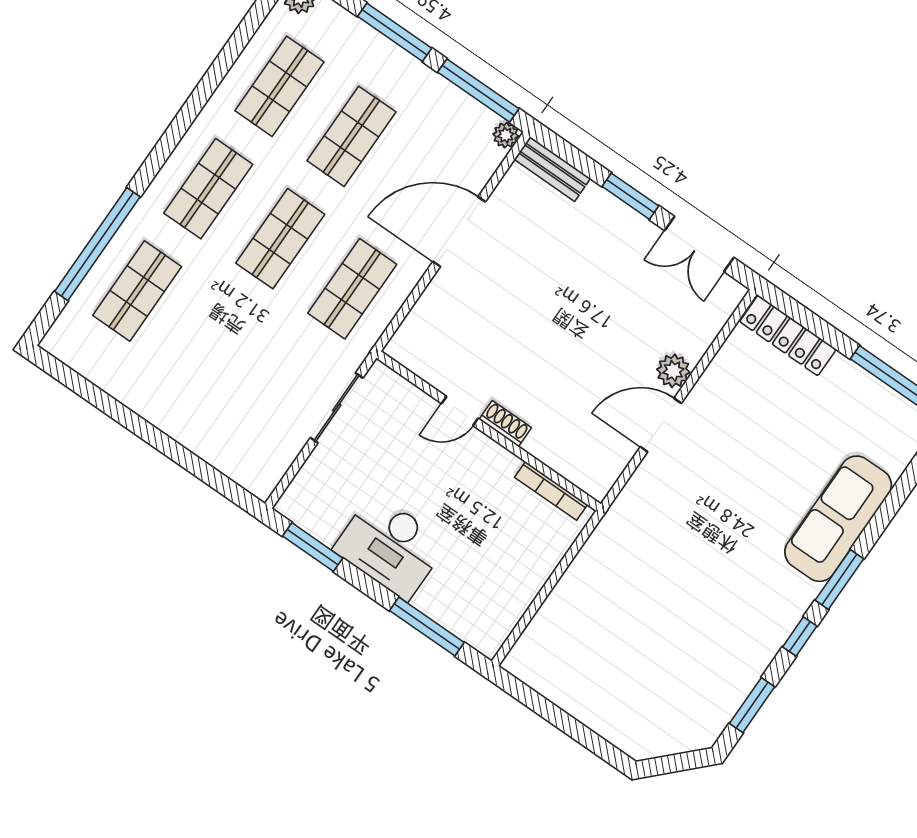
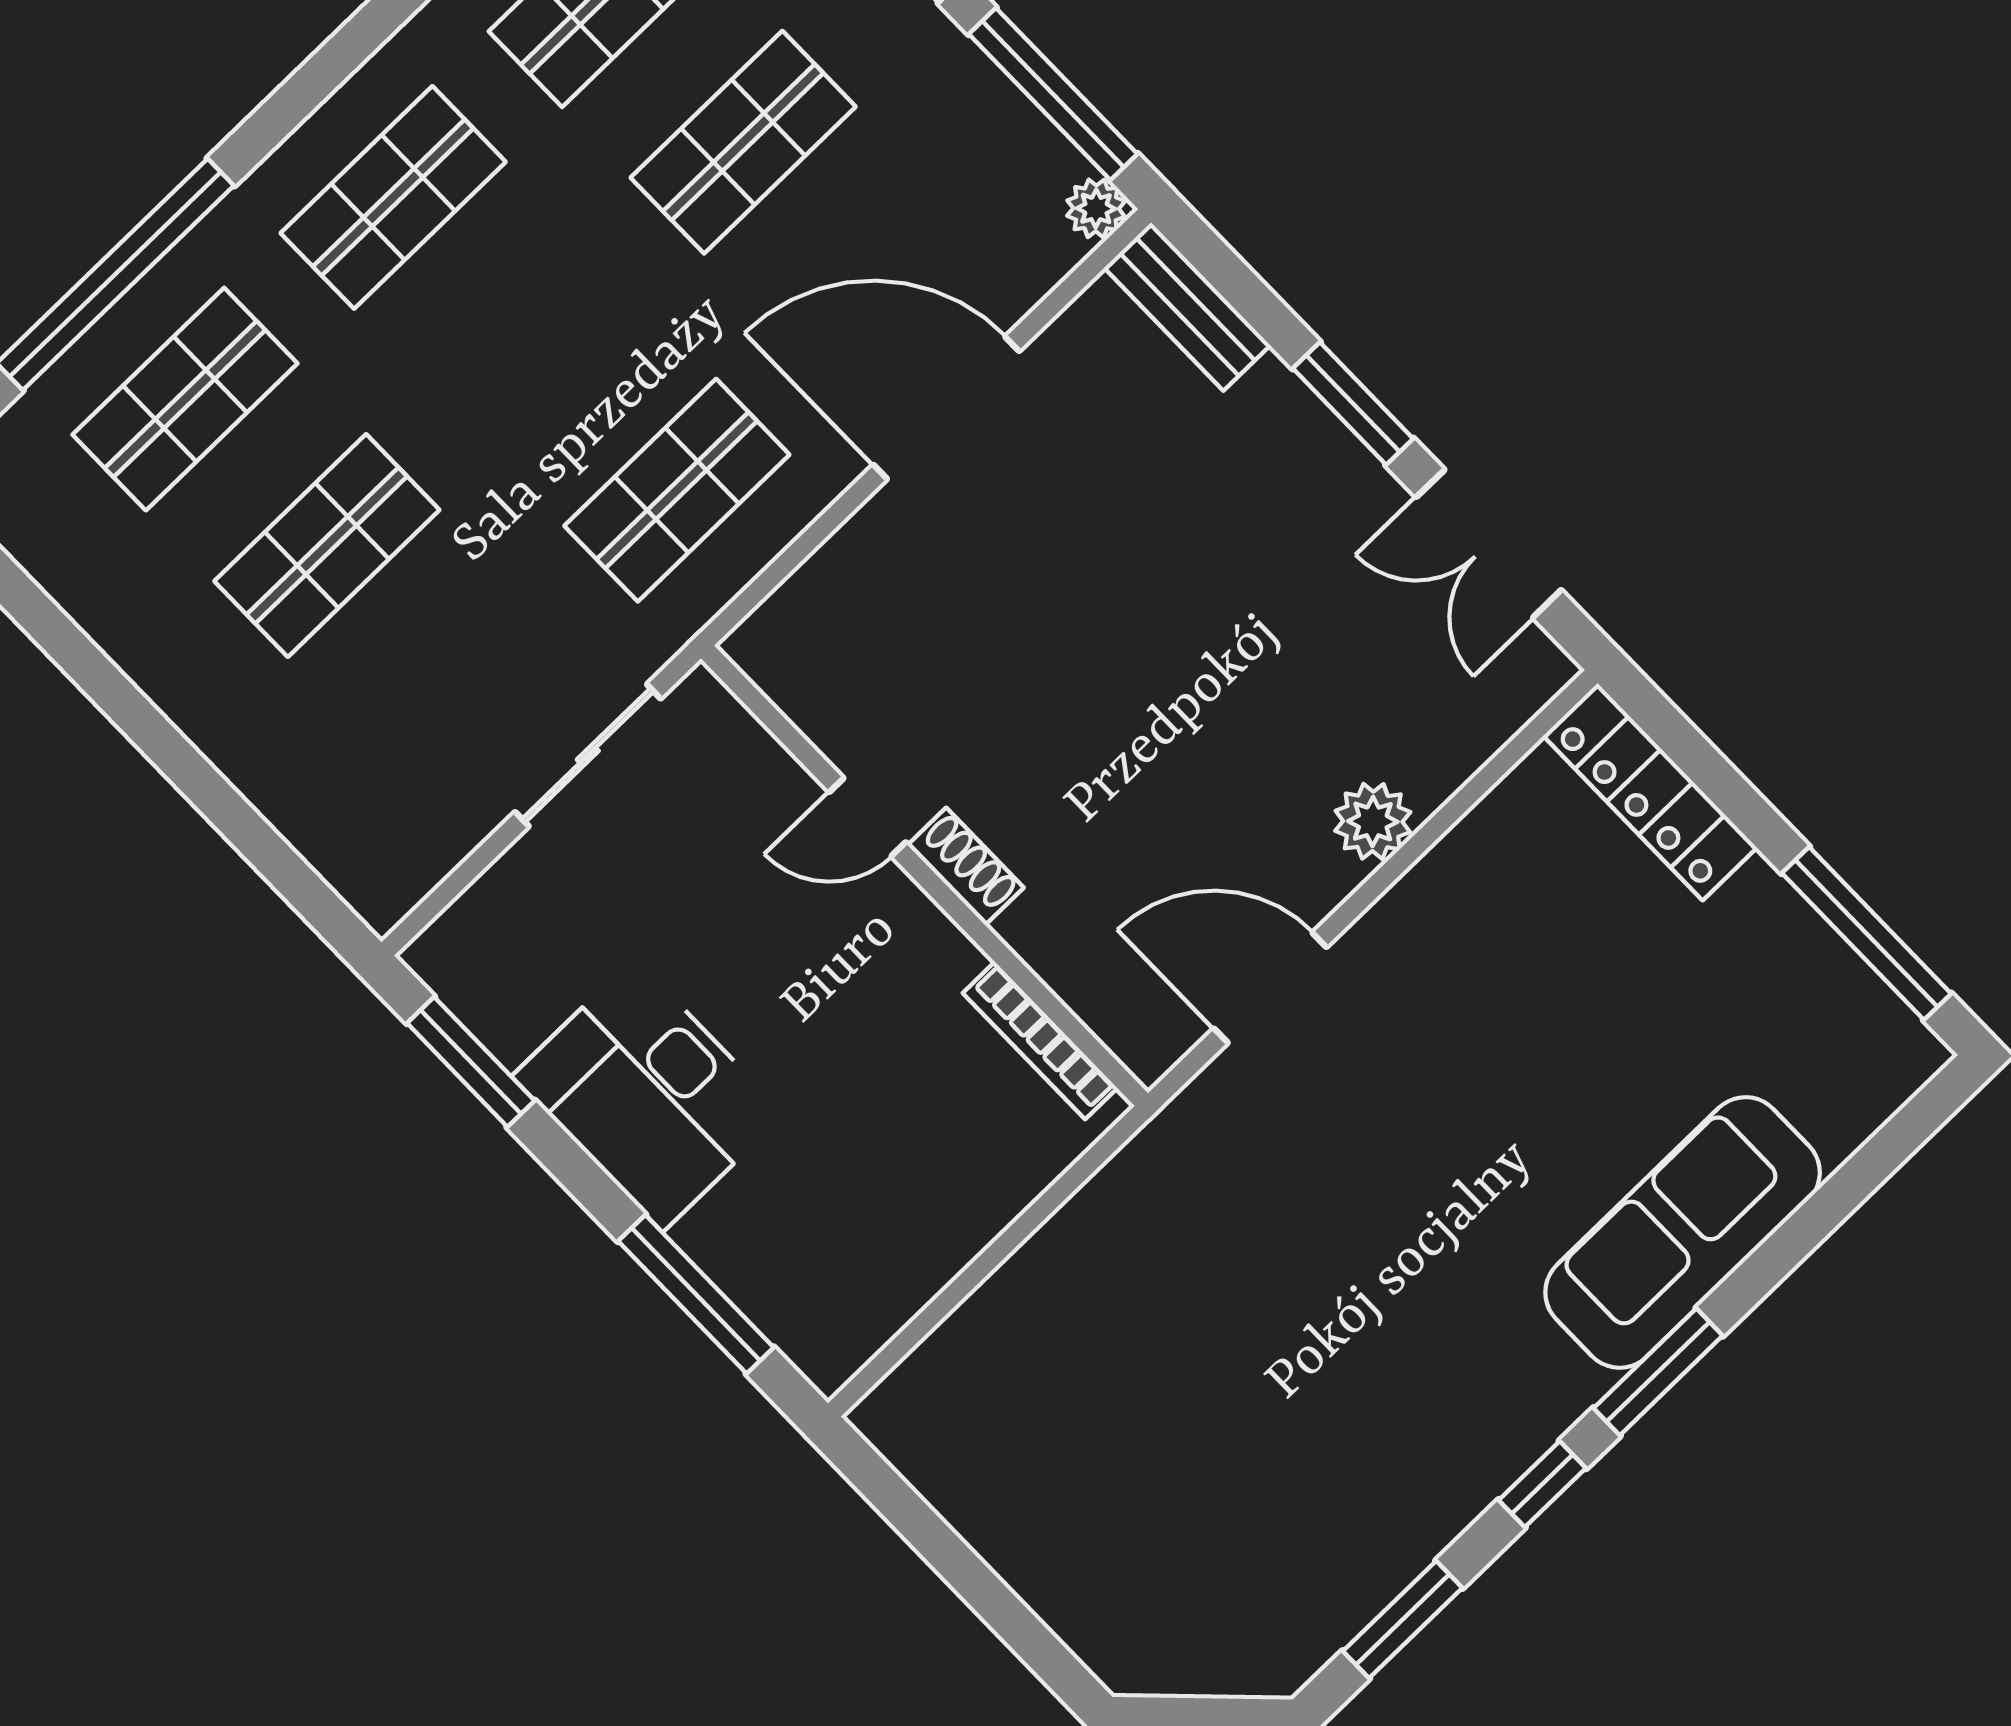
shop shelf: (280, 239) -> (327, 545), moved
door: (661, 425) -> (1270, 988), moved

